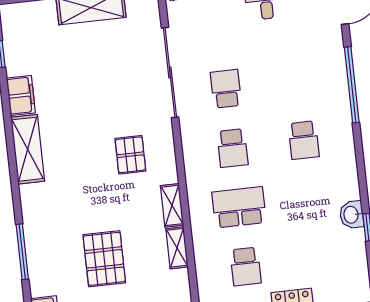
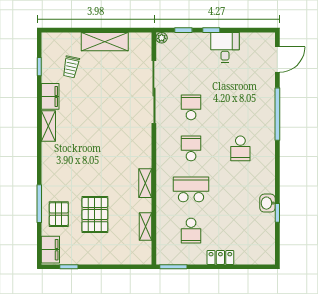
trolley: (46, 49) -> (71, 67), added
school desk: (232, 148) -> (191, 148), turned 180
shelving: (28, 149) -> (48, 126), width x0.67, depth x0.75
pallet: (130, 155) -> (59, 214), moved
shelving: (177, 248) -> (146, 227), moved

